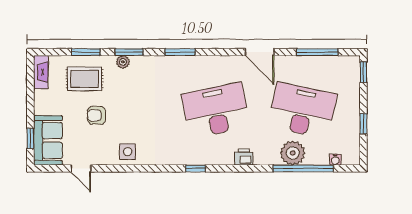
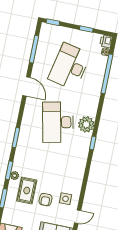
door: (260, 52) -> (26, 86), hinge flipped
rug: (85, 79) -> (27, 191), moved
side table: (128, 152) -> (66, 199), moved
plant: (293, 153) -> (86, 124), moved
printer: (244, 157) -> (106, 41), moved

